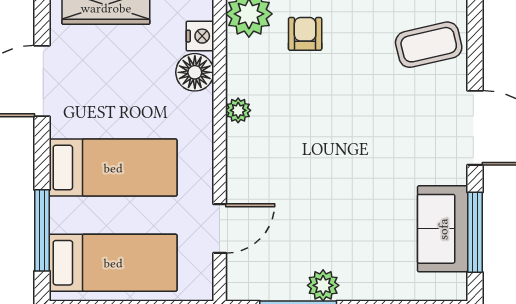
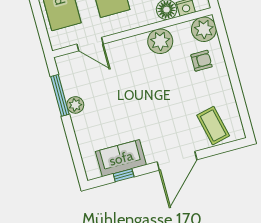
plant: (238, 110) -> (160, 41), width x1.87, depth x1.87
window: (475, 232) -> (124, 175), width x0.46

